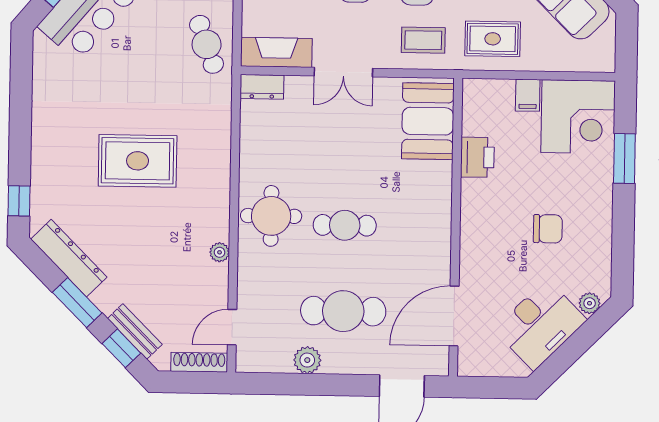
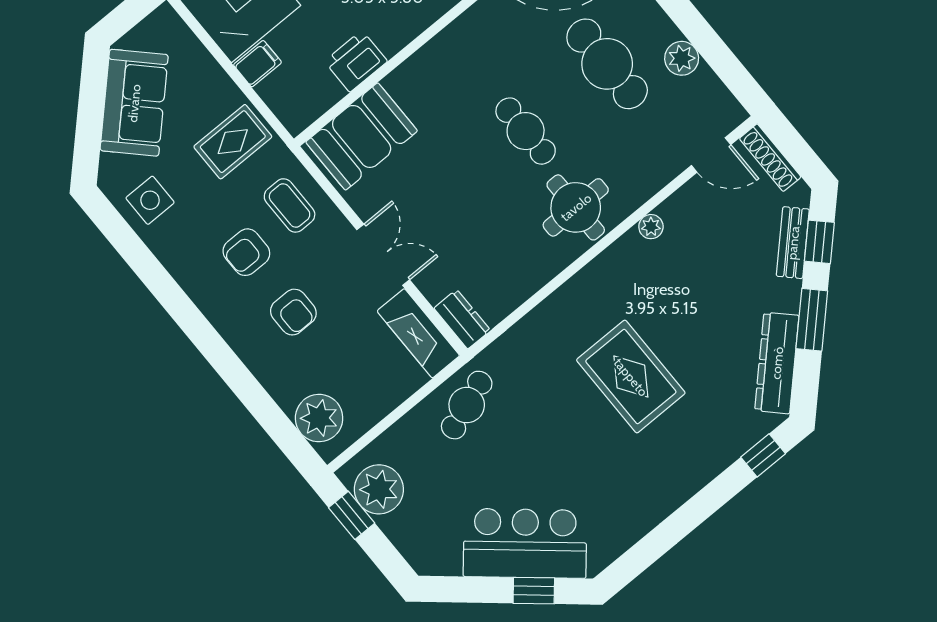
rug: (493, 39) -> (233, 142), turned 90

